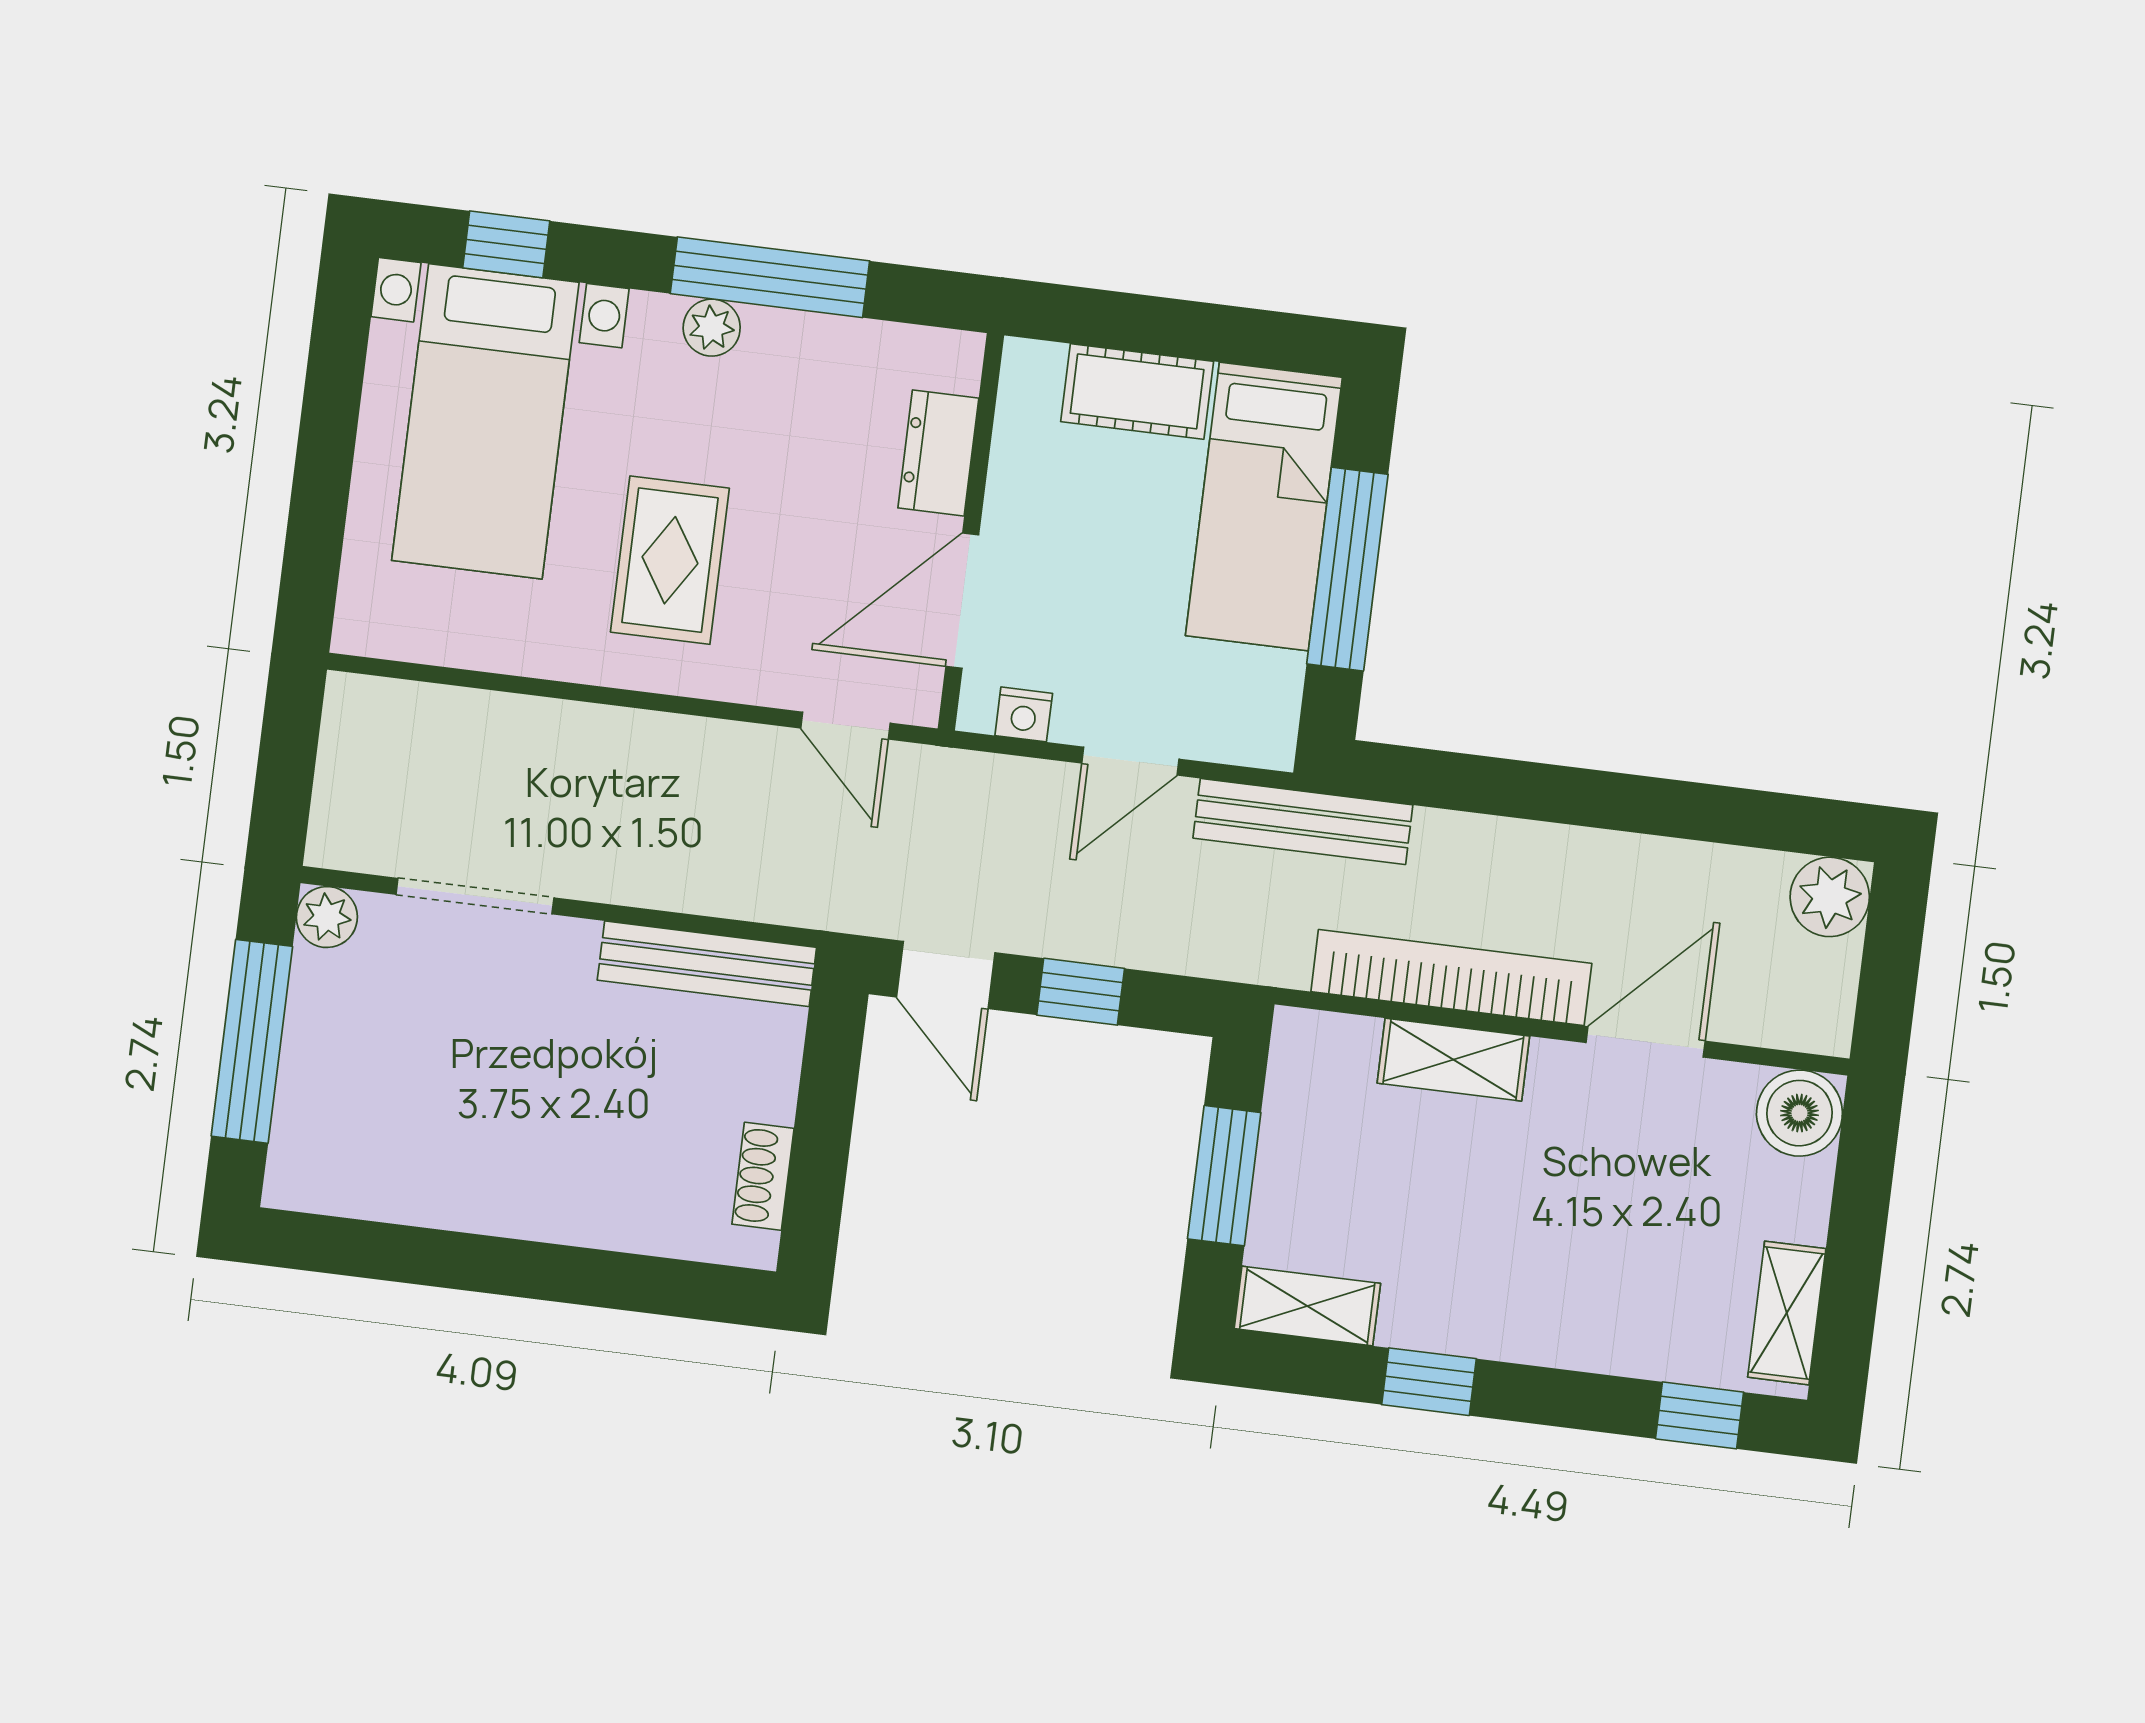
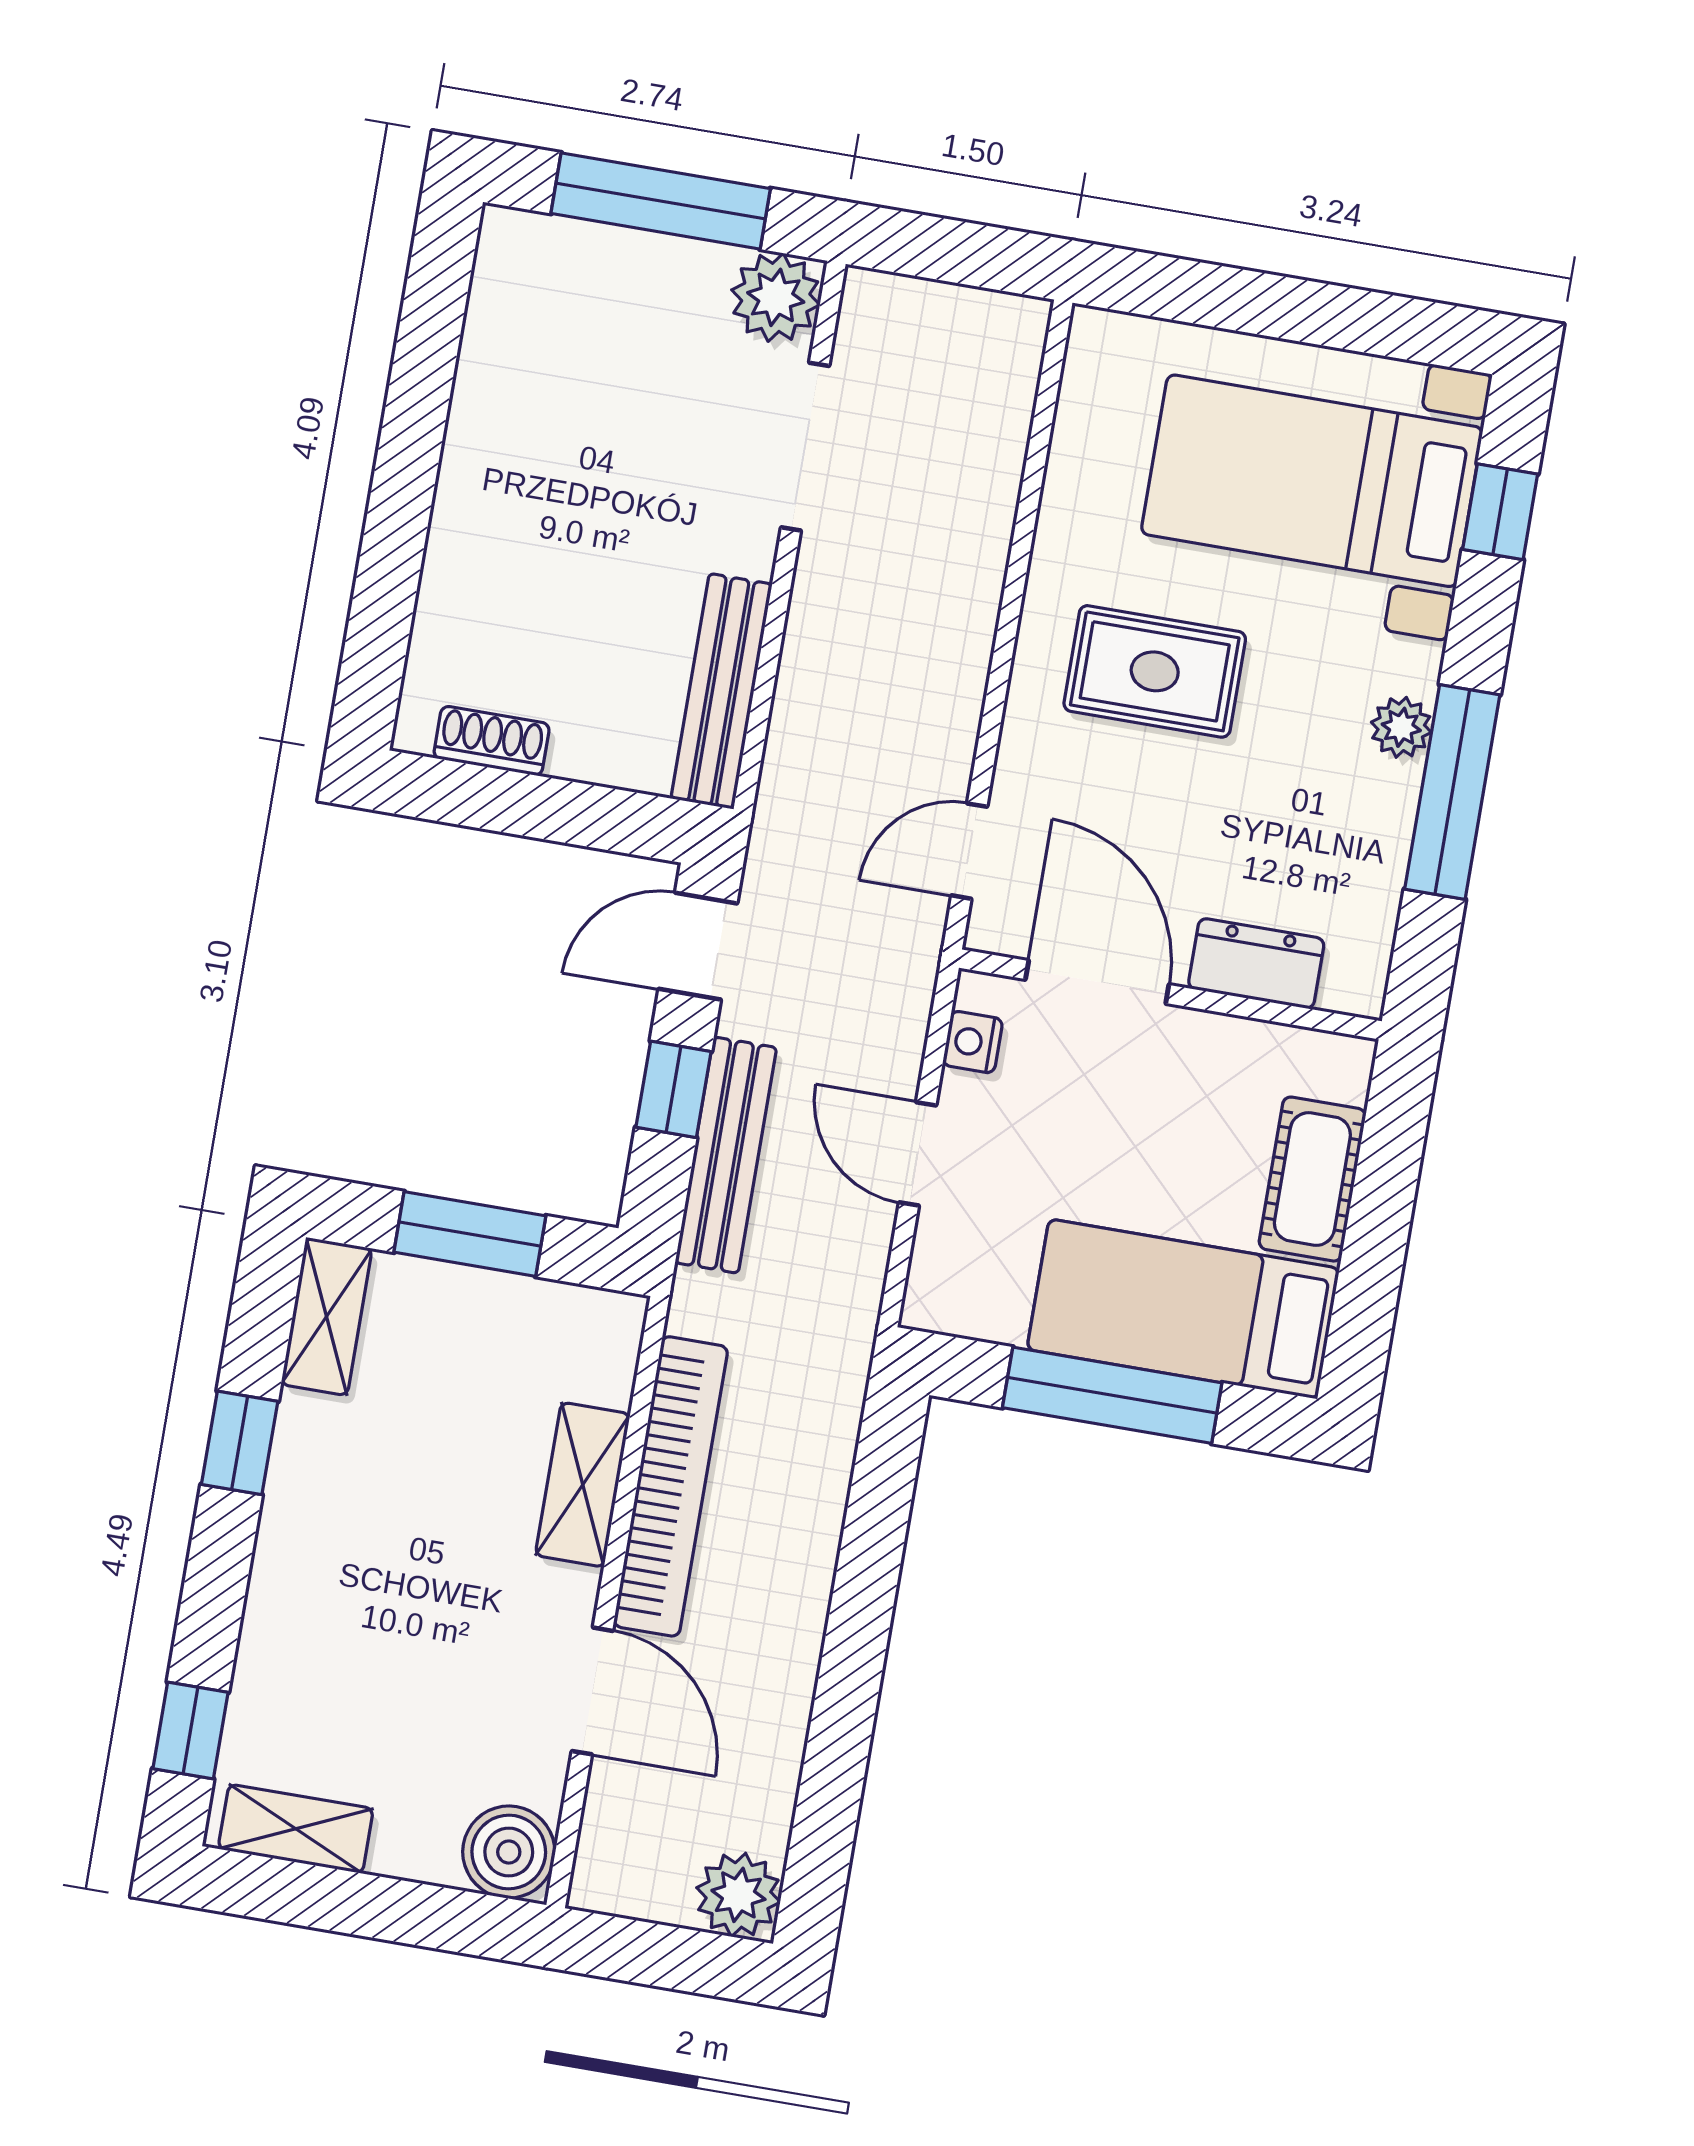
bench: (1303, 821) -> (726, 1155), moved
plant: (327, 917) -> (776, 297), width x1.38, depth x1.38

